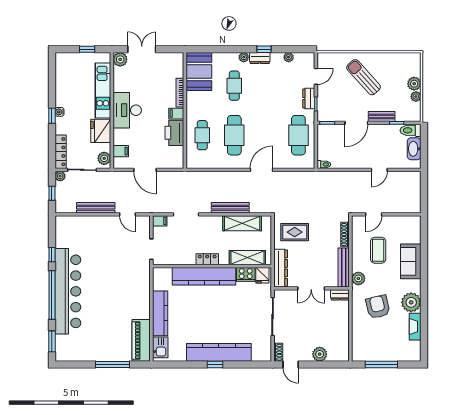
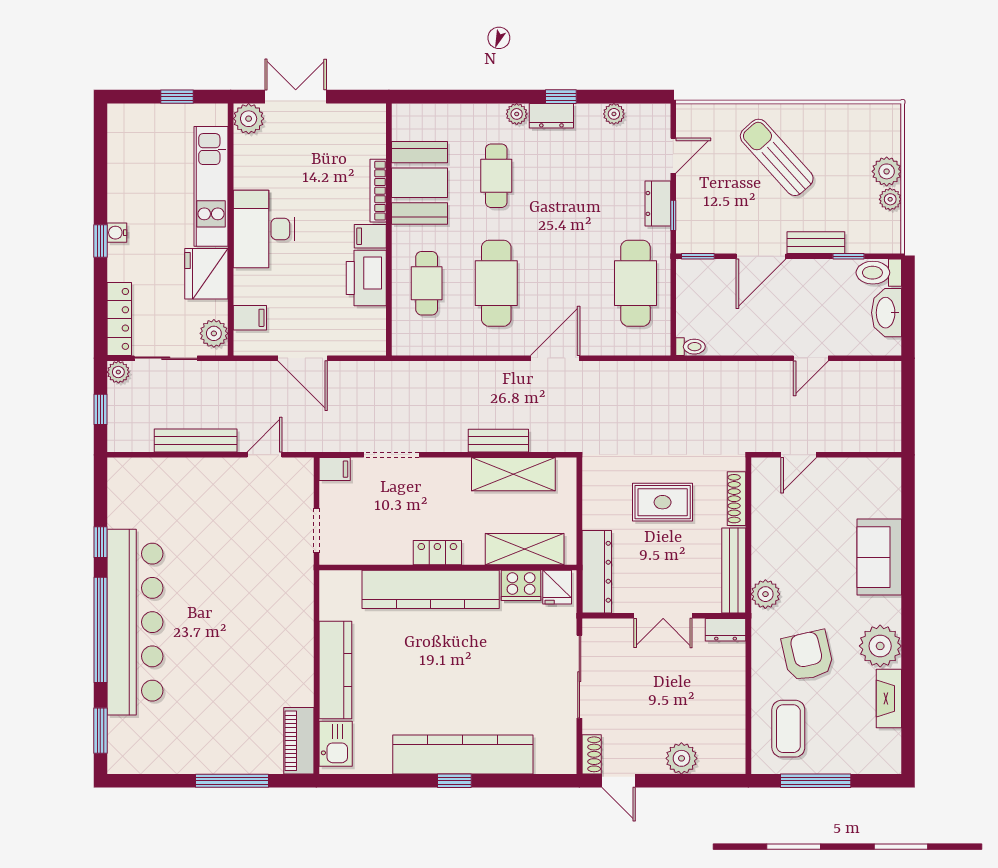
booth: (199, 71) -> (419, 183), moved
bench: (230, 208) -> (498, 441), width x0.73
door: (128, 214) -> (265, 455), swing flipped
rug: (295, 232) -> (663, 502), moved
coffee table: (378, 250) -> (788, 729), moved
piano: (141, 340) -> (299, 741), width x0.73, depth x0.75

